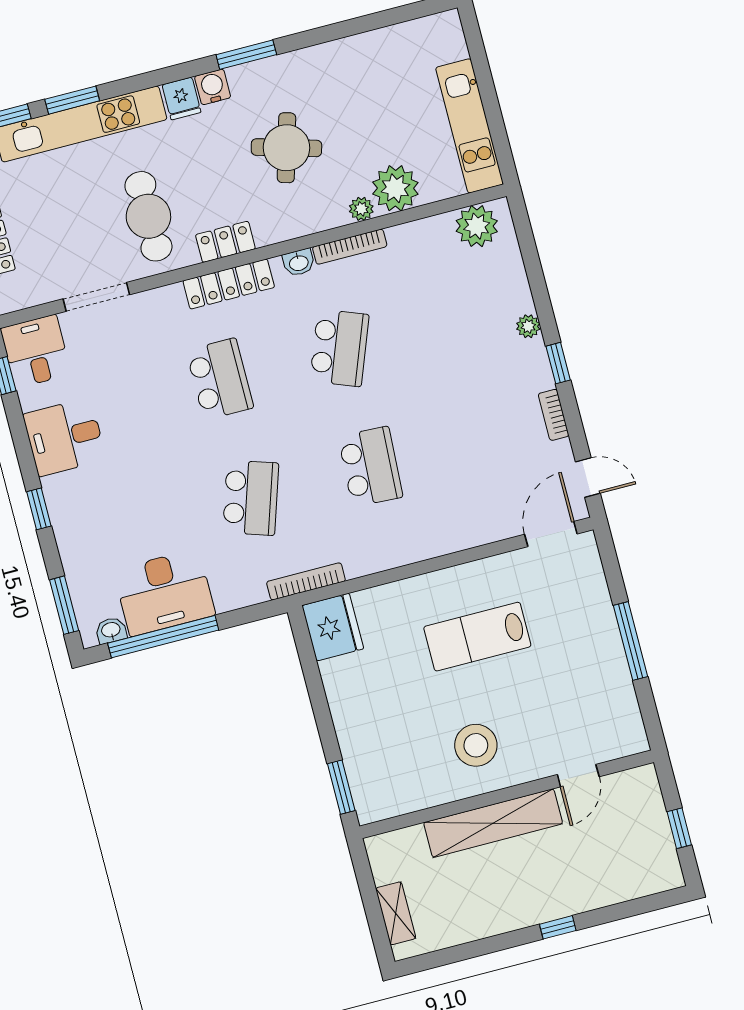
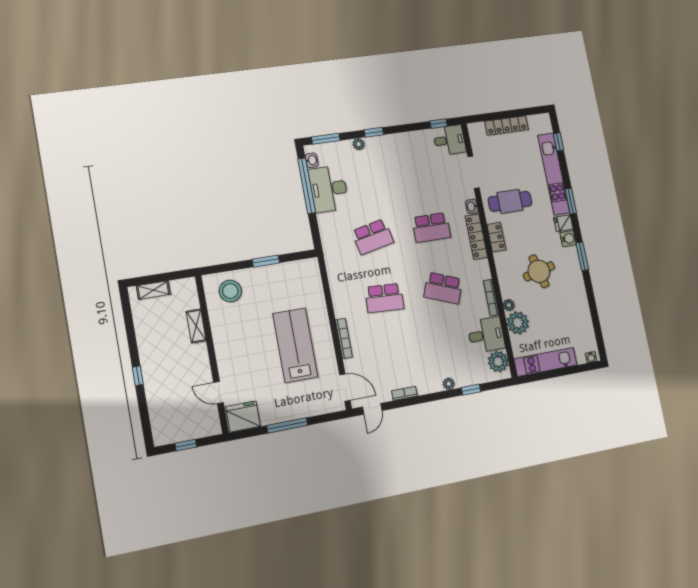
water cooler: (452, 28) -> (591, 357), added
window: (72, 100) -> (571, 201), moved
round table: (286, 148) -> (539, 271), turned -30
washbasin: (299, 263) -> (472, 207), moved
window: (558, 363) -> (471, 390), moved
desk: (65, 437) -> (486, 335), moved, turned 90
school desk: (251, 498) -> (373, 237), turned -30
plant: (67, 538) -> (359, 144), added
bookcase: (306, 581) -> (344, 338), moved
fridge: (333, 627) -> (243, 416), moved, turned 180
lab bench: (477, 637) -> (295, 345), width x1.36, depth x1.39
stool: (476, 745) -> (230, 291), moved
window: (341, 787) -> (266, 261), moved
shelving: (493, 823) -> (196, 326), width x0.45, depth x0.75

